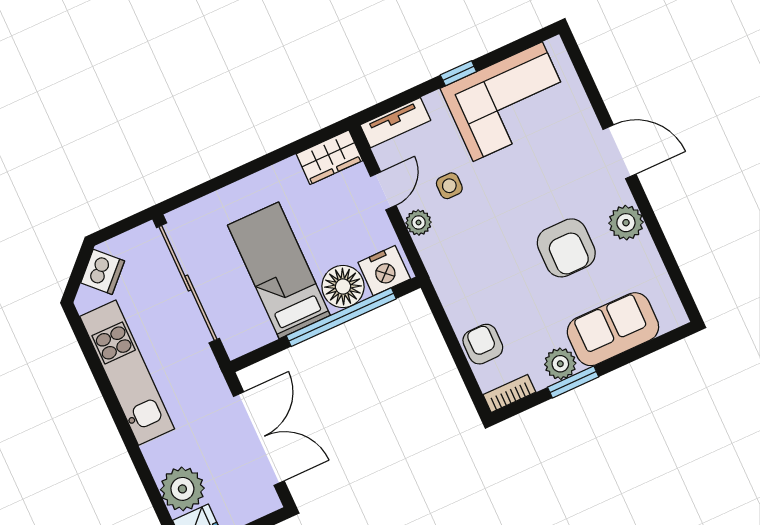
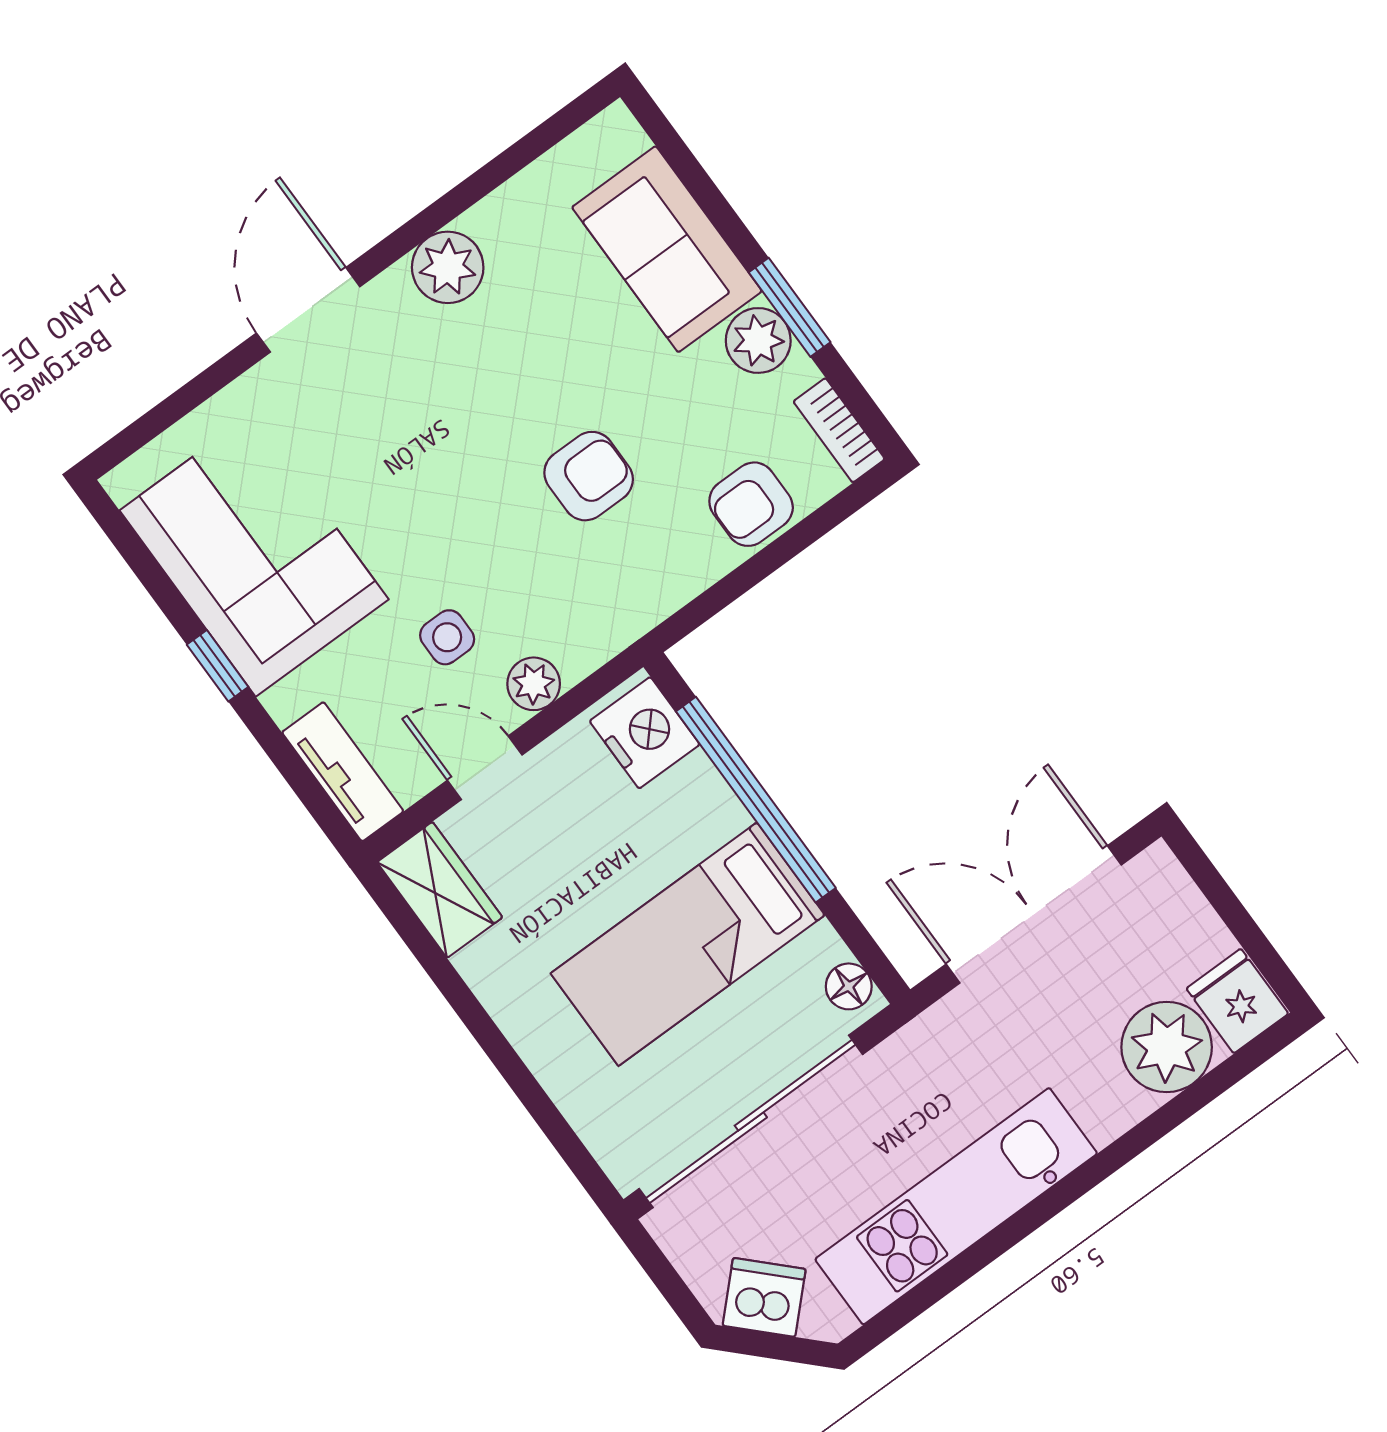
armchair: (566, 248) -> (589, 476), moved, width x0.72, depth x0.72
floor lamp: (343, 287) -> (849, 986), moved, width x0.53, depth x0.53

